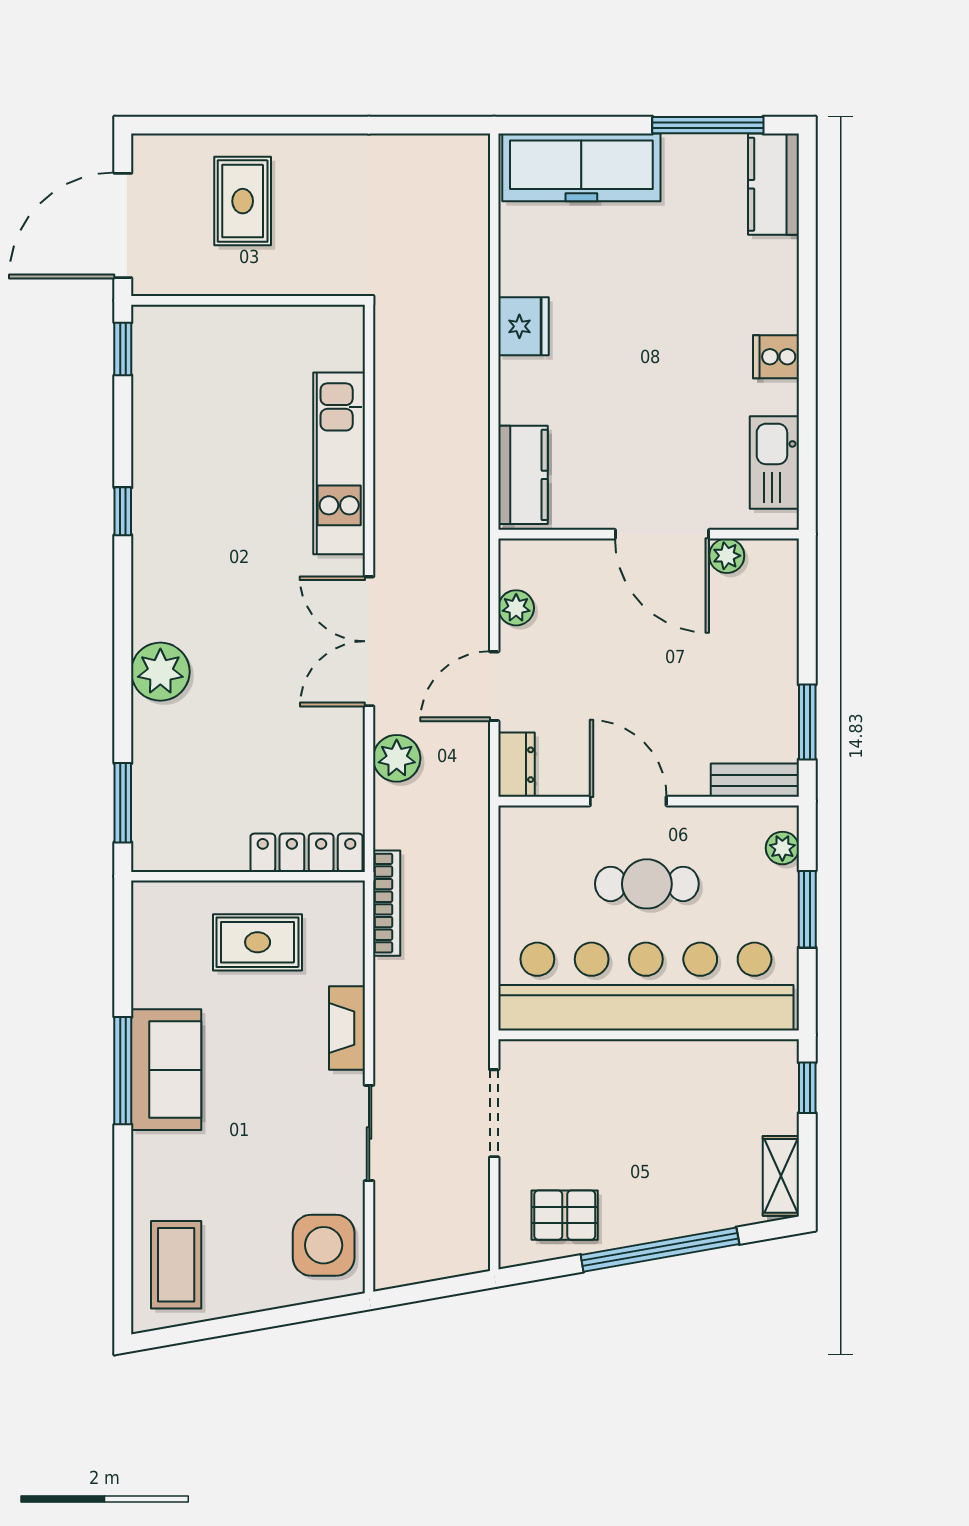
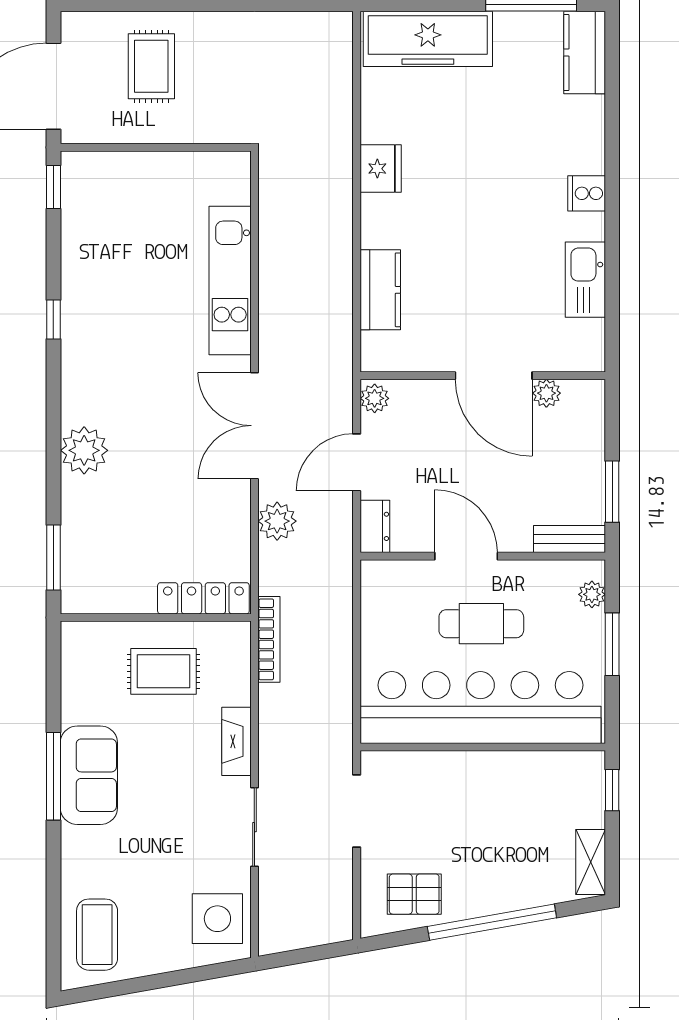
wall: (649, 534) -> (483, 376), moved
door: (662, 534) -> (494, 376), moved
plant: (727, 556) -> (546, 393), moved

